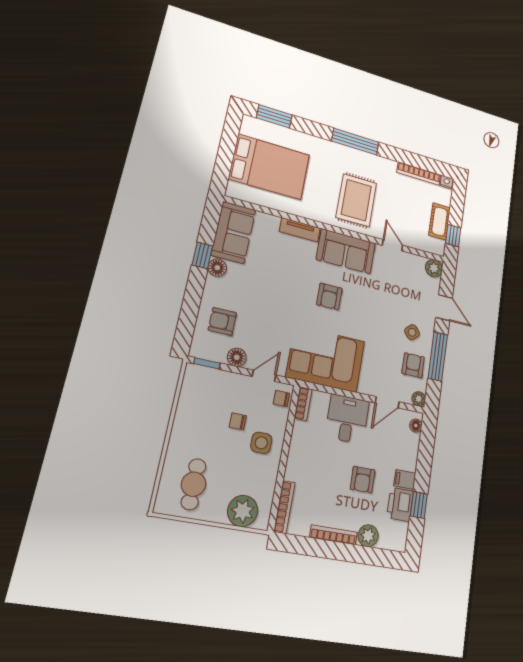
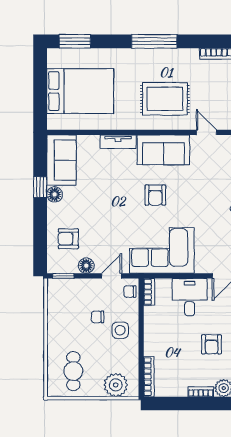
rug: (356, 200) -> (165, 99), turned 90
bookcase: (333, 535) -> (201, 392), width x0.64

